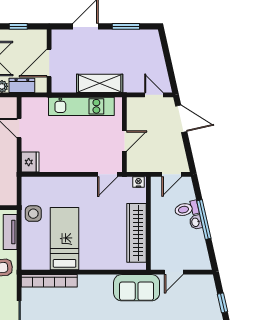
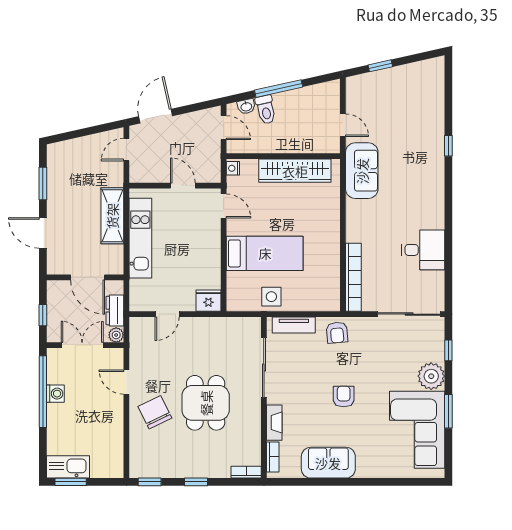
washbasin: (196, 222) -> (246, 106), moved
bed: (65, 239) -> (265, 253), moved, turned 180

